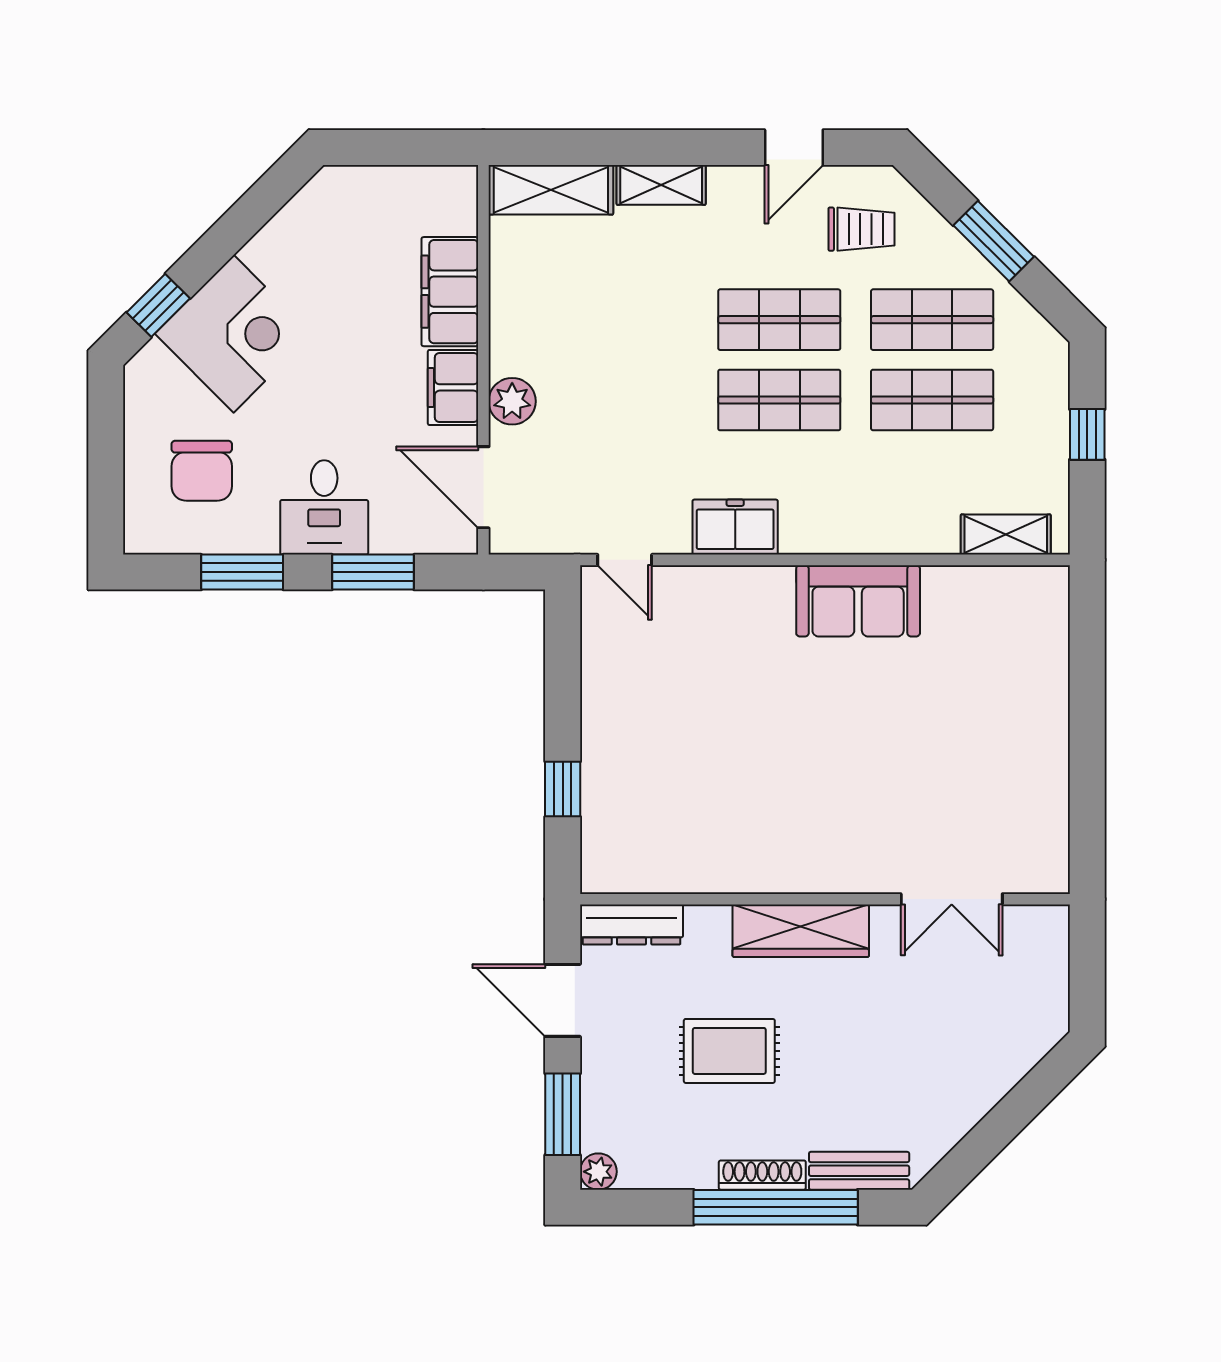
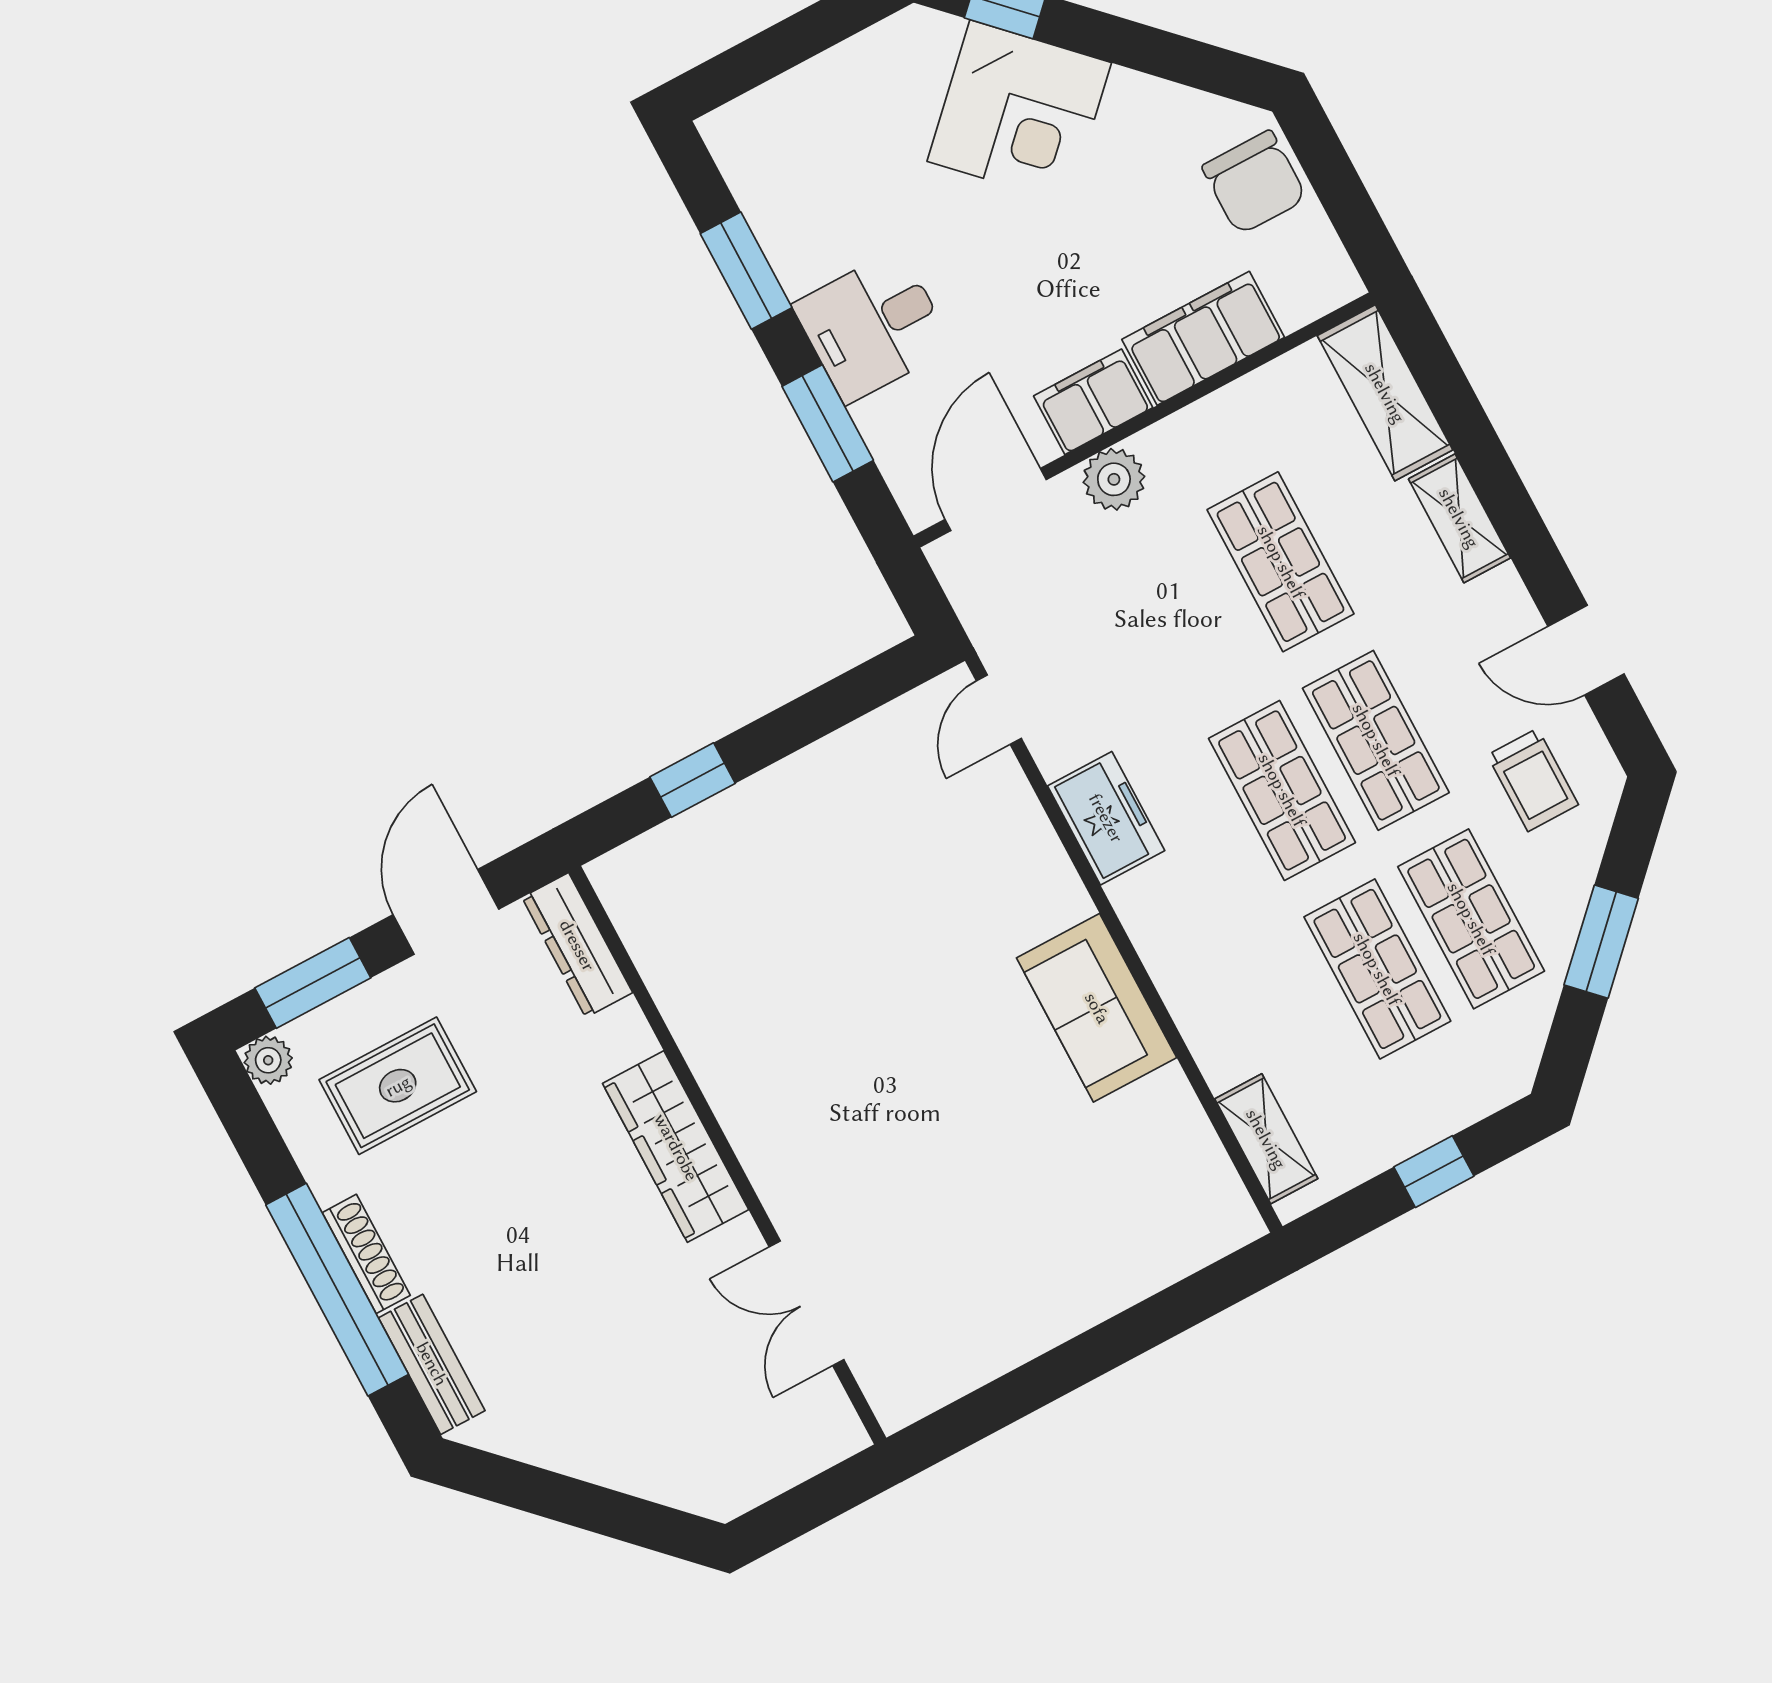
shop shelf: (626, 320) -> (1281, 562), added
chair: (202, 471) -> (1254, 182), moved, turned -90
rug: (729, 1051) -> (398, 1086), moved, turned 90

